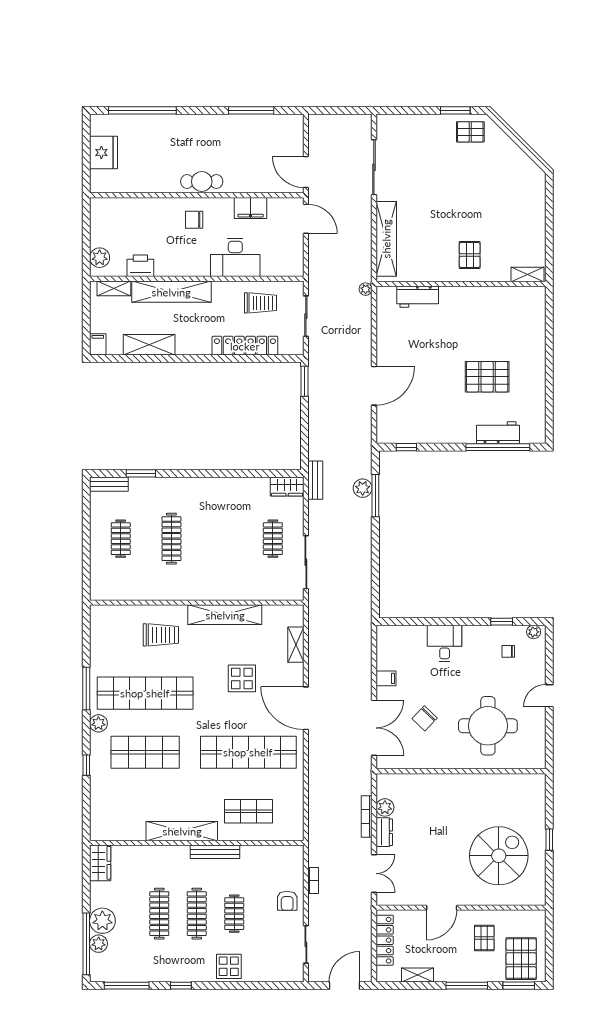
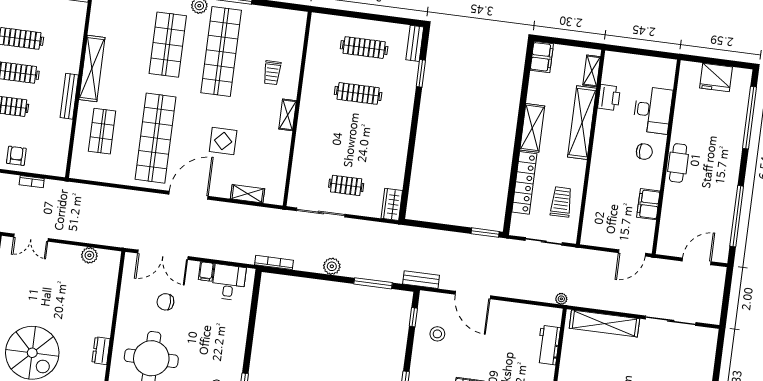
window: (251, 110) -> (737, 216), width x1.46
door: (306, 172) -> (697, 261), moved
chair: (194, 220) -> (644, 152), turned 90
desk: (235, 257) -> (653, 110), moved, turned 180
plant: (100, 258) -> (621, 62), removed
trolley: (261, 303) -> (561, 202), turned 180
filing cabinet: (98, 344) -> (542, 57), width x2.00
shelving: (149, 345) -> (532, 128), moved
stool: (421, 419) -> (437, 334), added
bench: (315, 480) -> (421, 280), moved
plant: (363, 488) -> (332, 266), moved
clothes rail: (121, 539) -> (364, 48), width x1.36
shelving: (225, 615) -> (288, 115), width x0.45, depth x0.75
trolley: (161, 635) -> (272, 73), width x0.73, depth x0.72
desk: (445, 643) -> (229, 282), moved, turned -90
chair: (425, 718) -> (165, 302), turned -44
bookcase: (367, 816) -> (274, 262), moved
dresser: (384, 832) -> (101, 351), moved, turned 90
armchair: (287, 901) -> (16, 156), turned 90

